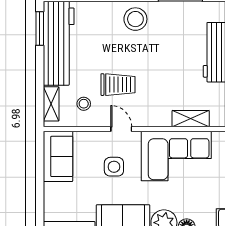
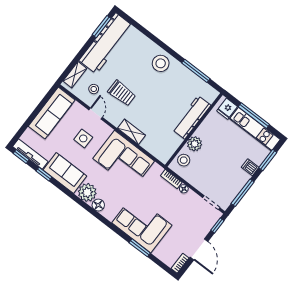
shelving: (191, 119) -> (132, 132), moved
door: (121, 129) -> (96, 114), moved
sofa: (58, 156) -> (52, 113), width x1.36

